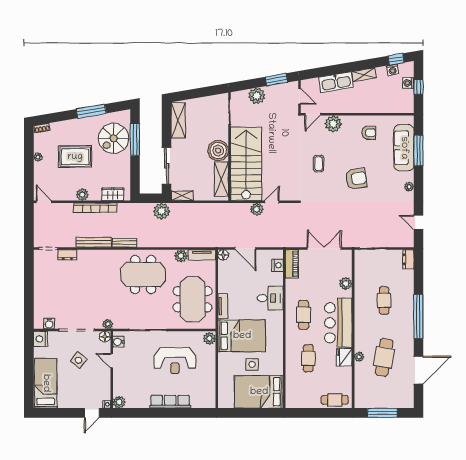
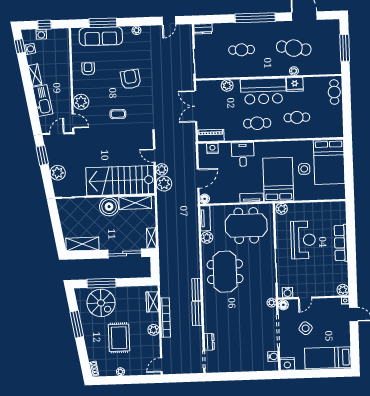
plant: (162, 211) -> (164, 184), moved
bench: (94, 242) -> (197, 314), width x0.73

